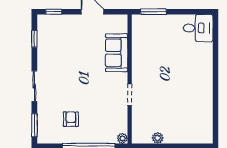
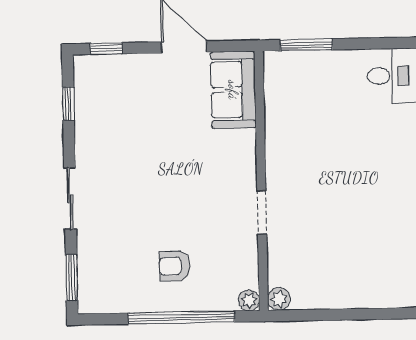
sofa: (117, 53) -> (233, 90), moved
armchair: (71, 119) -> (175, 266), moved, turned -90
plant: (158, 138) -> (279, 299), moved

